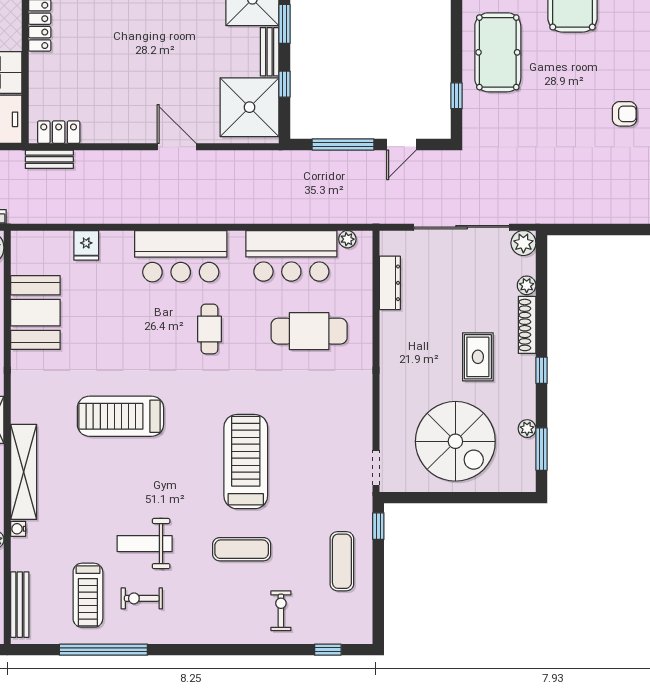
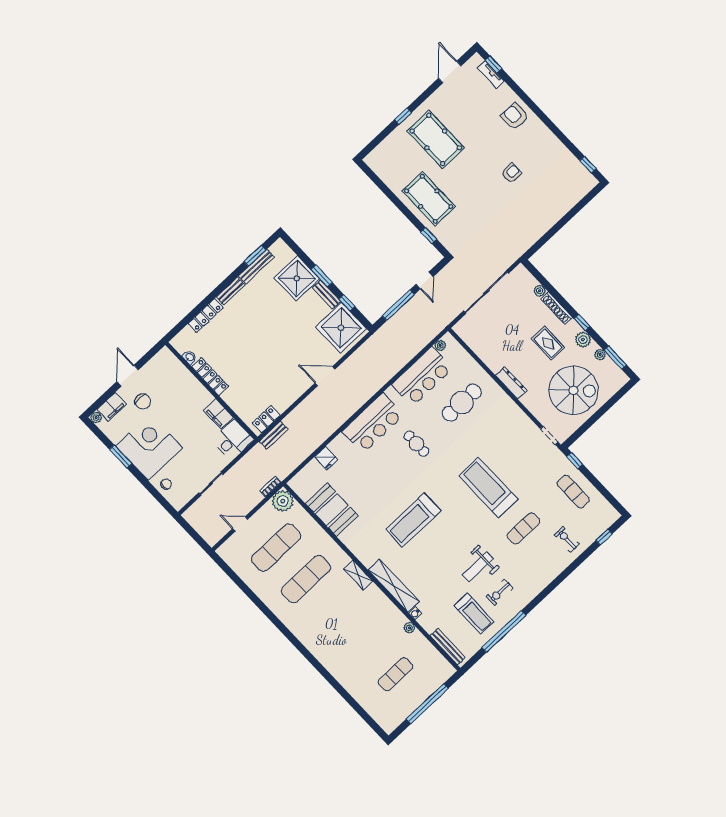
plant: (523, 243) -> (583, 340), moved
dresser: (390, 283) -> (511, 383), moved

